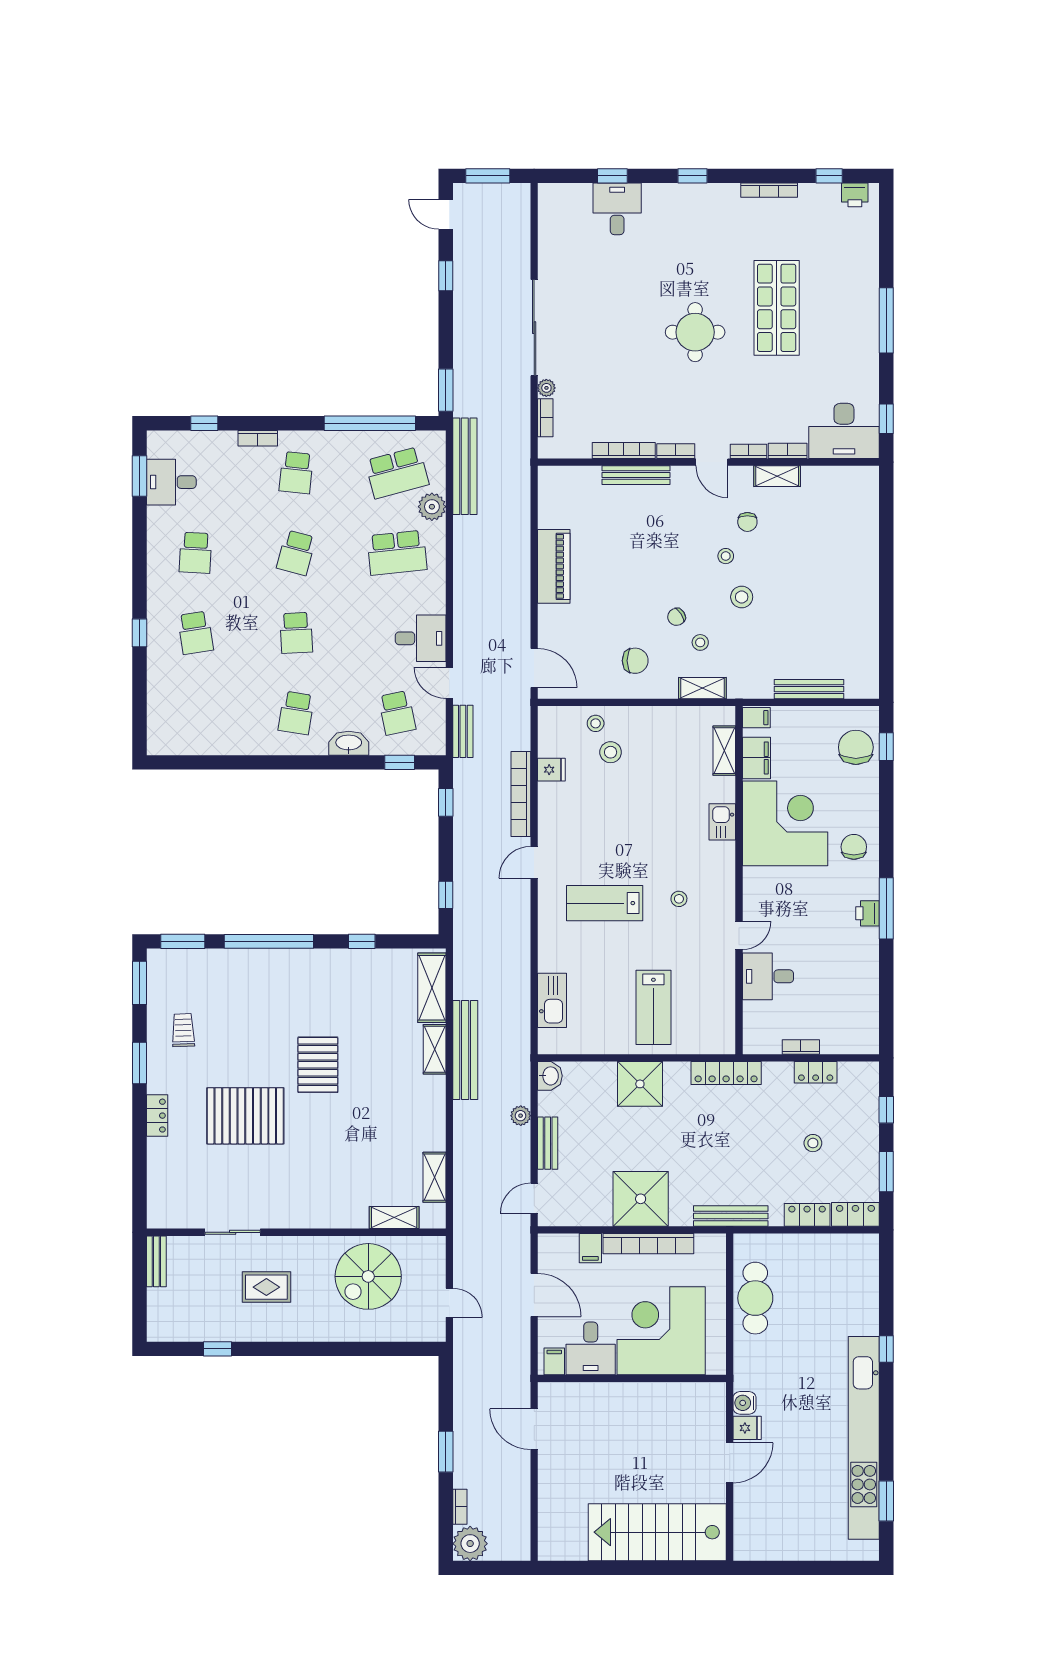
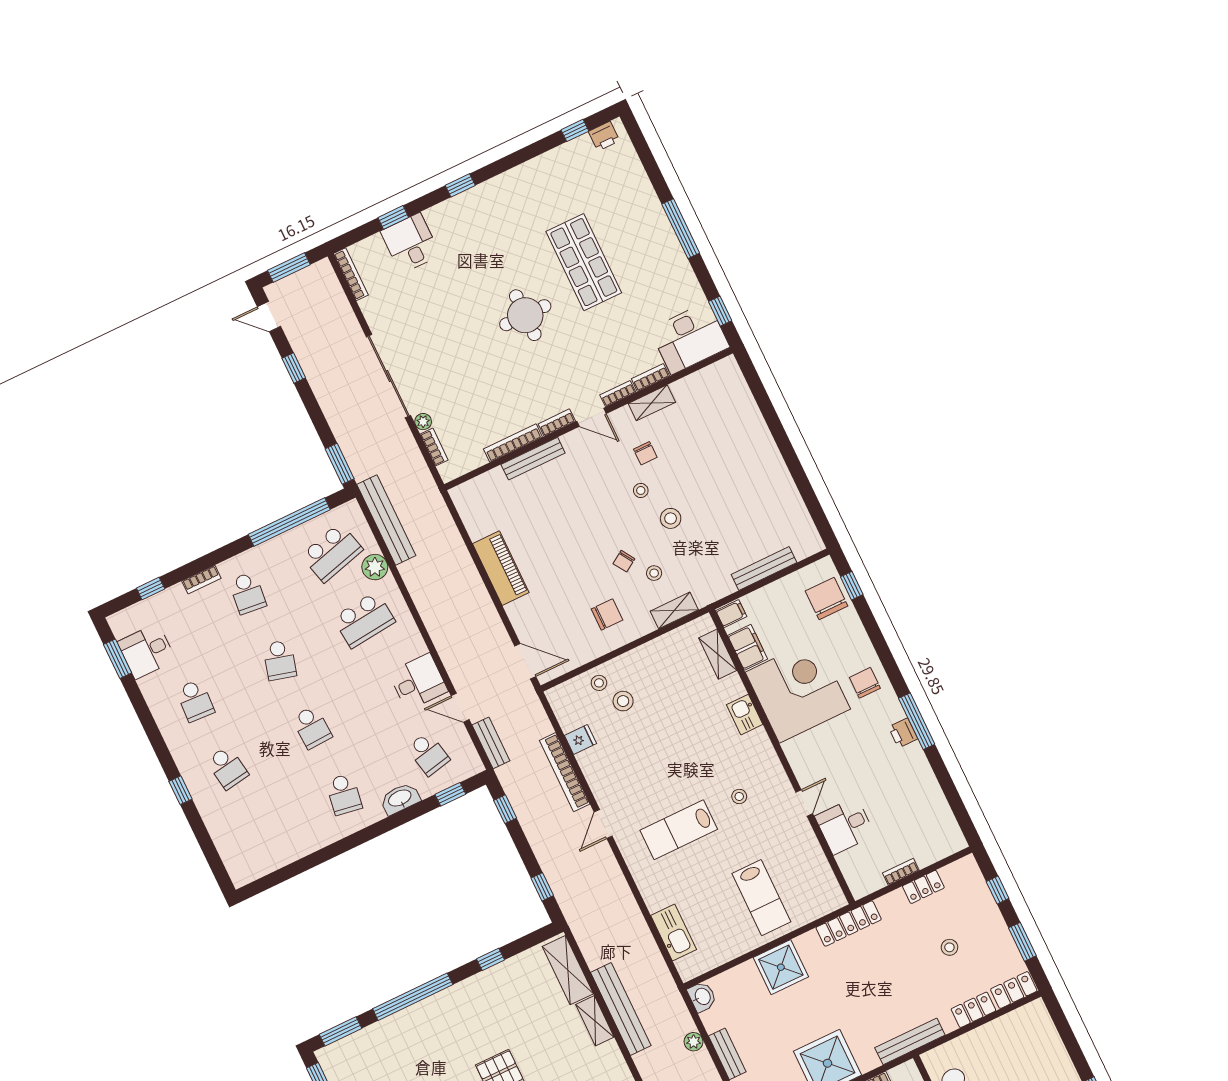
bookcase: (769, 190) -> (351, 274), moved, turned -90

